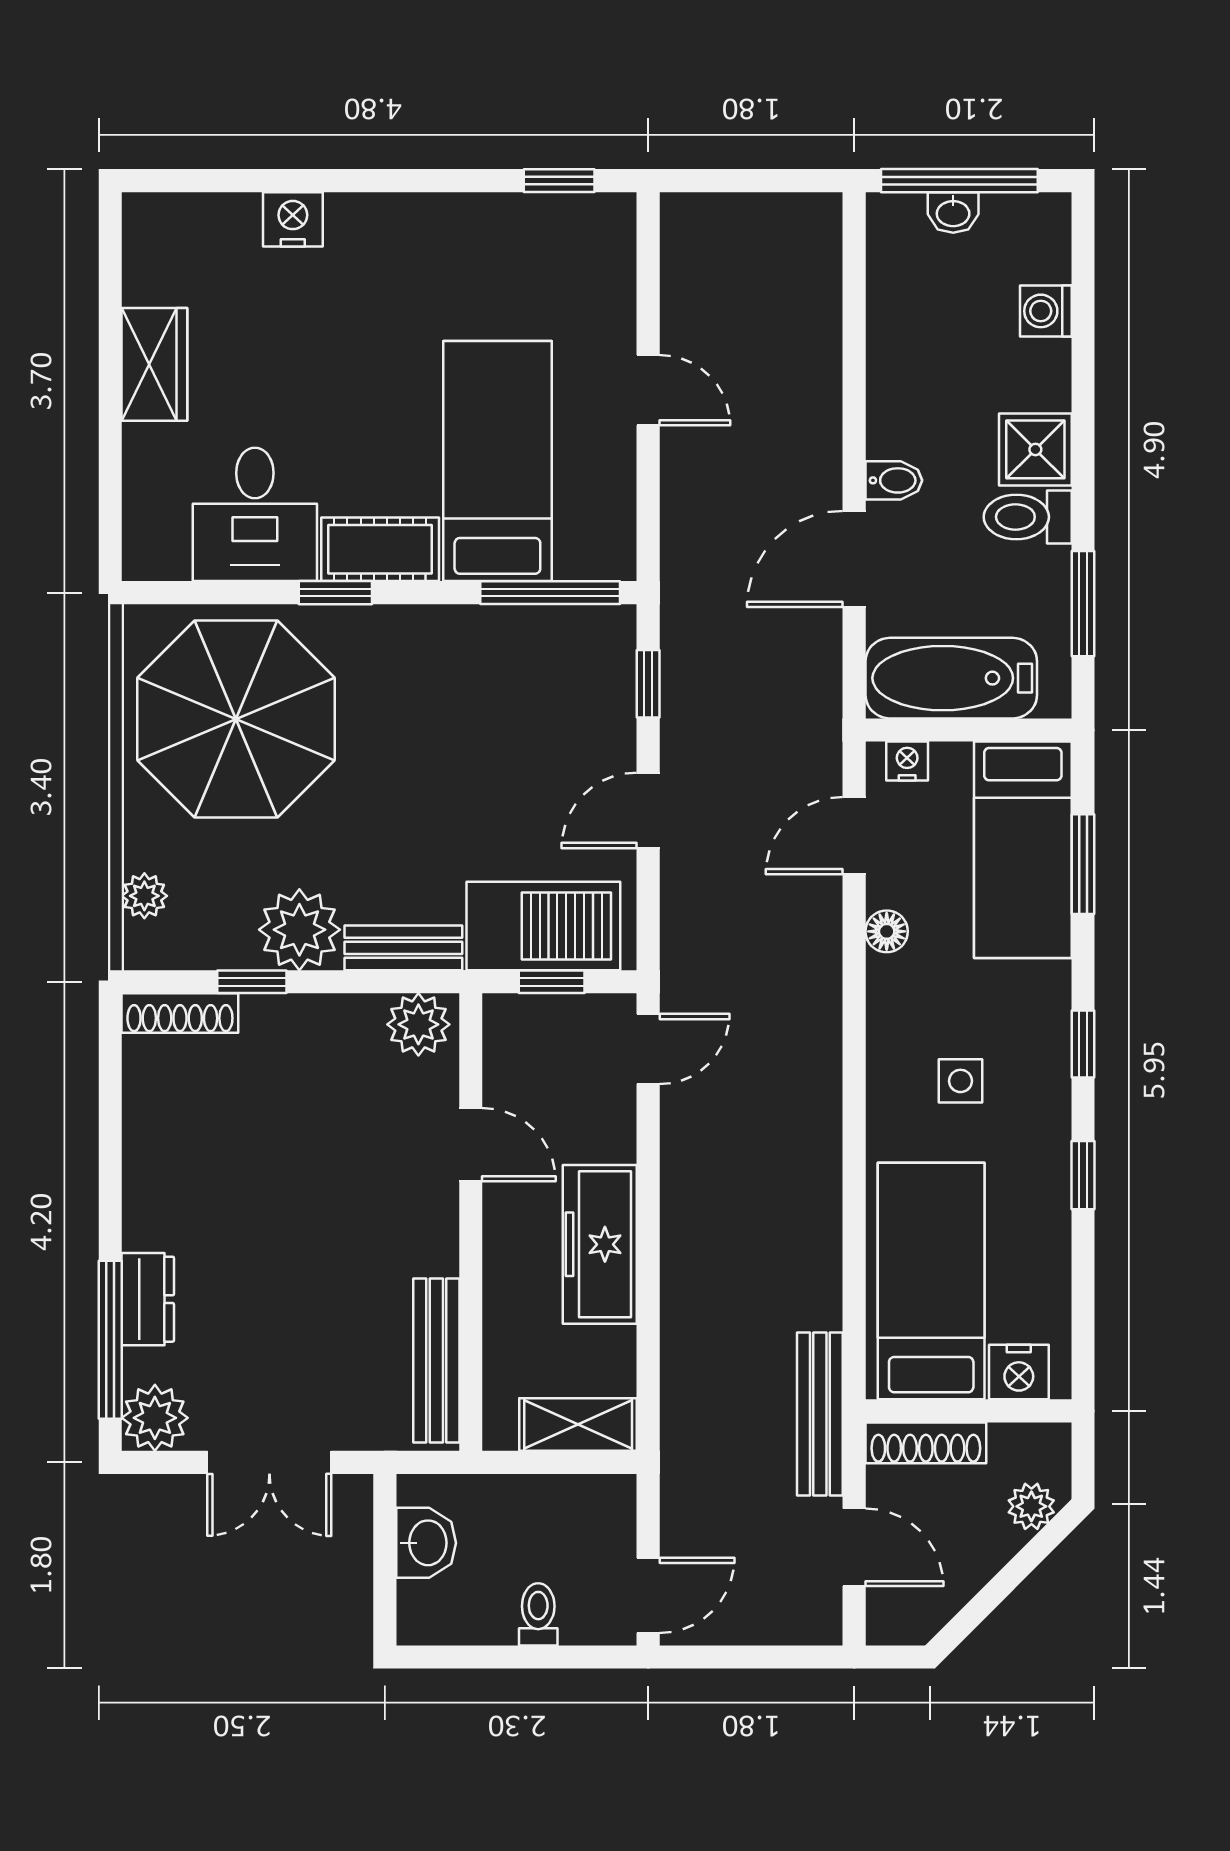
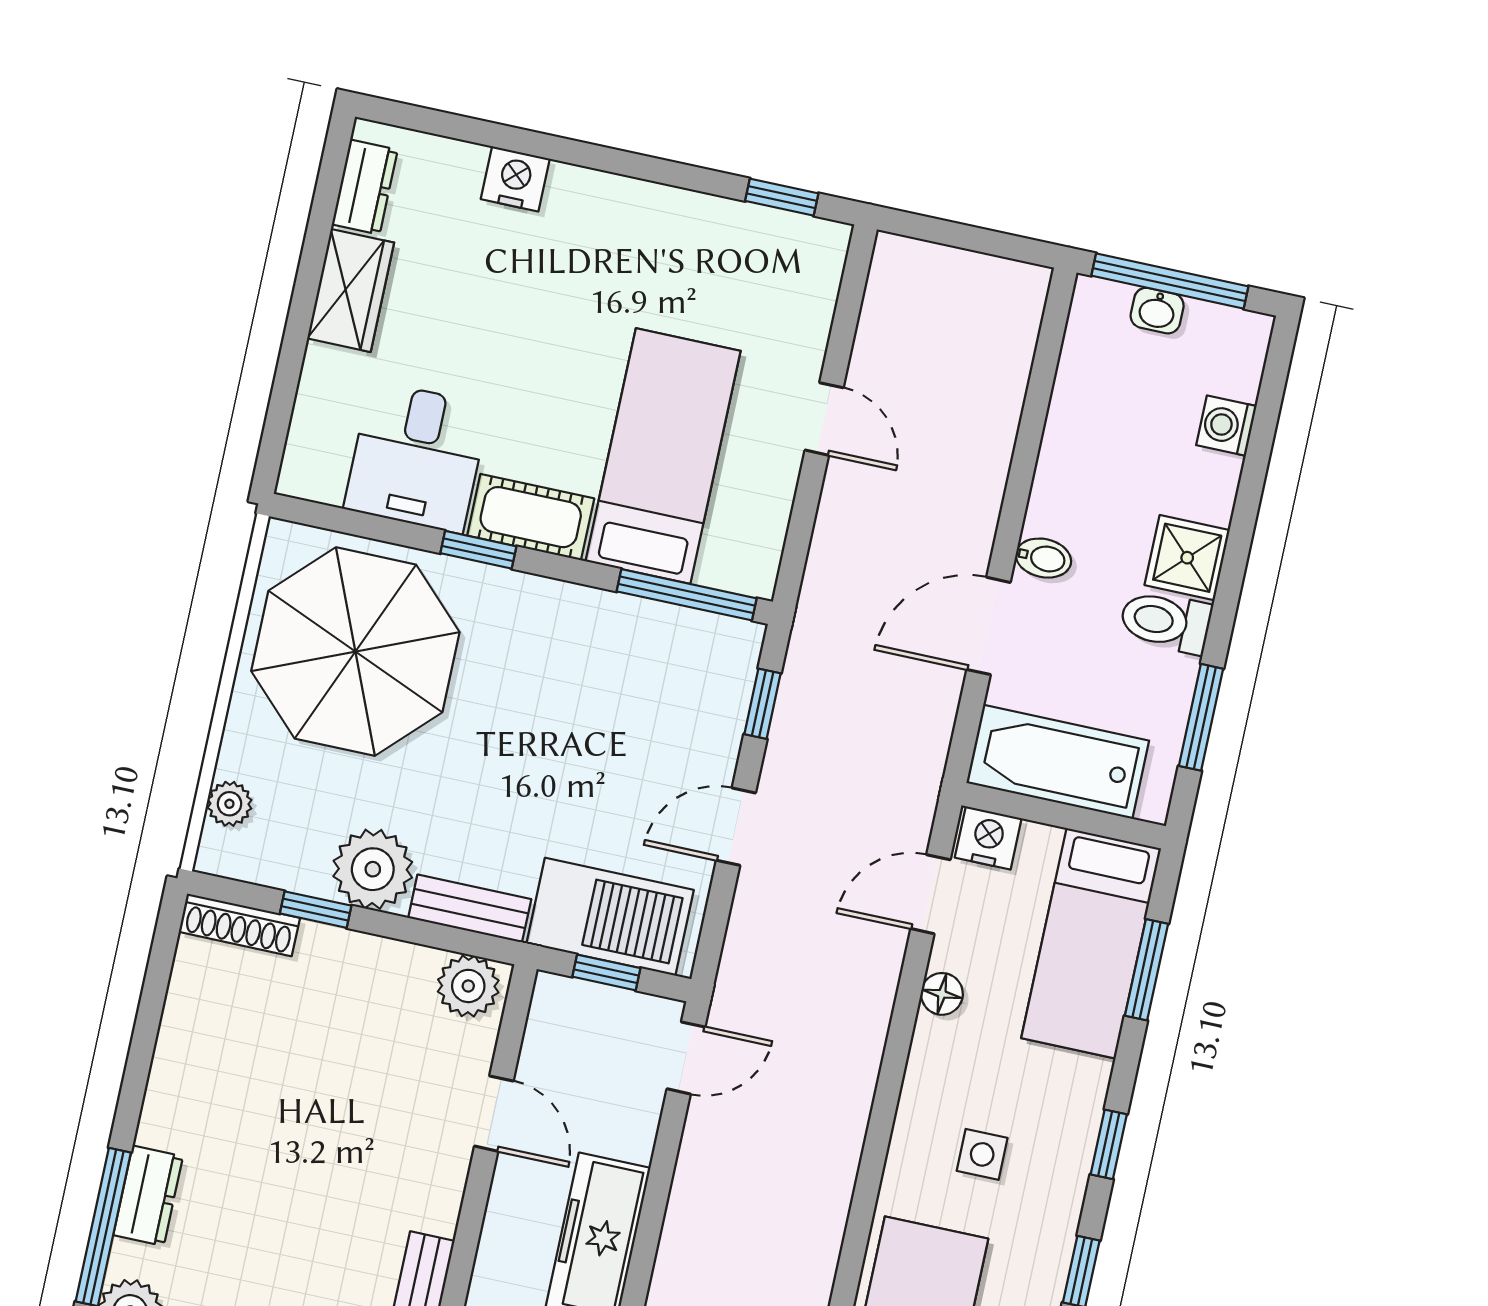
dresser: (146, 260) -> (365, 187), added
nightstand: (907, 761) -> (988, 838), width x1.39, depth x1.35

